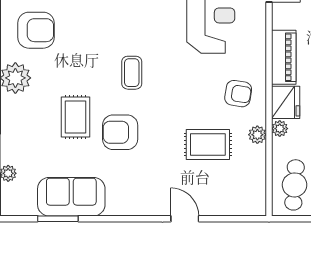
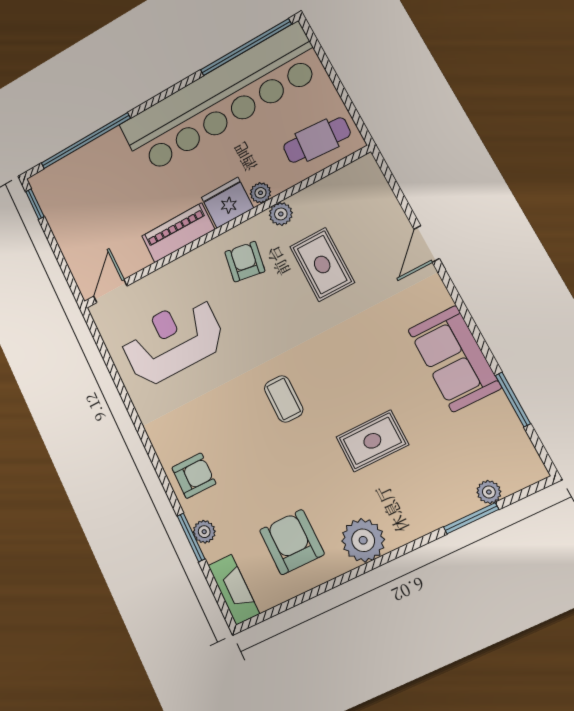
coffee table: (132, 73) -> (284, 399), turned 90
armchair: (120, 132) -> (362, 377), removed
sofa: (71, 197) -> (454, 359), moved

